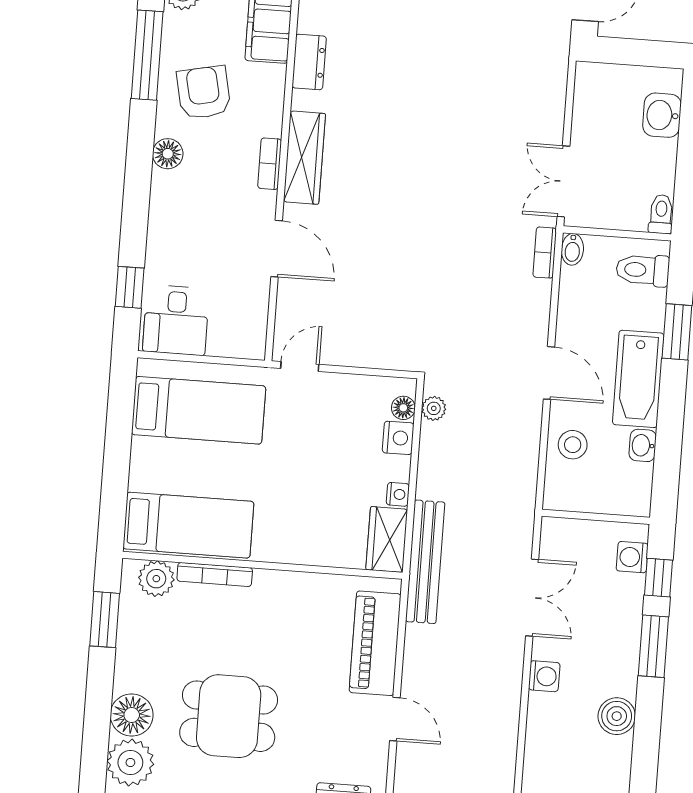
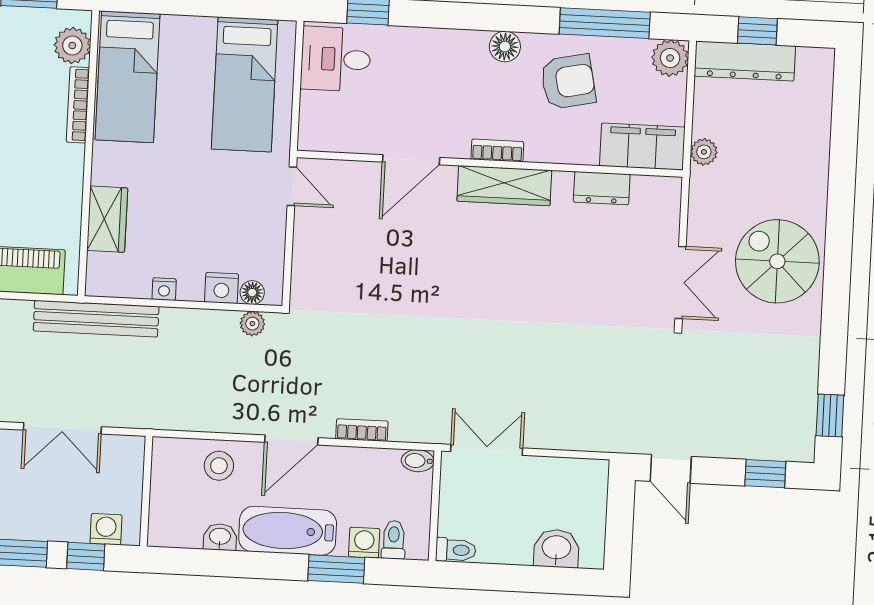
bookcase: (545, 253) -> (362, 430), moved
toilet: (643, 270) -> (394, 540), width x0.73, depth x0.72
washing machine: (652, 304) -> (364, 543), added
wardrobe: (387, 539) -> (107, 219), moved, turned 90

